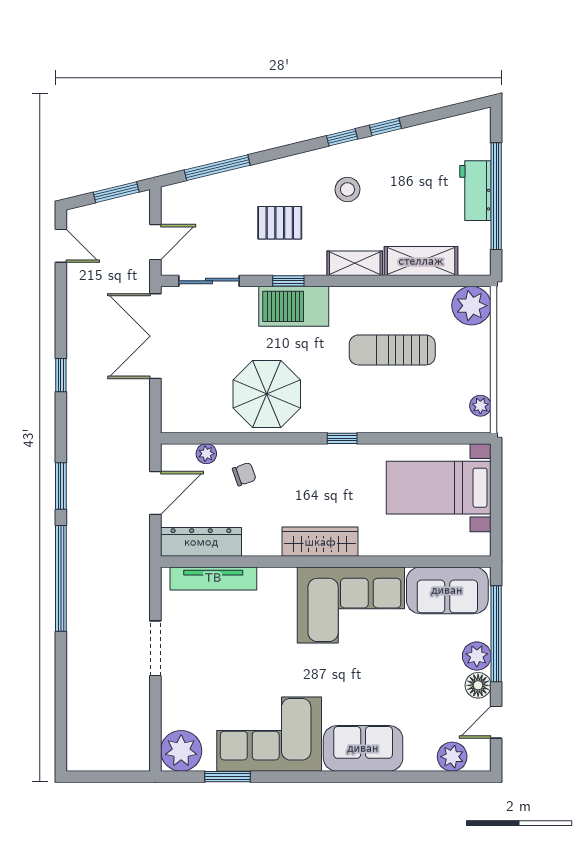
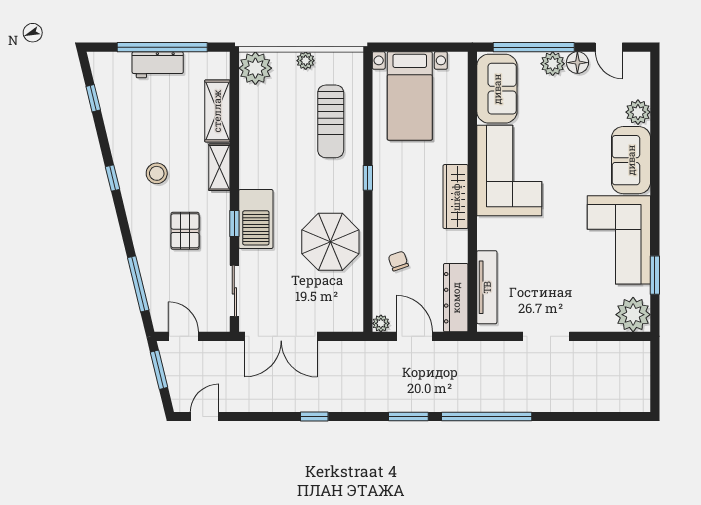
window: (385, 127) -> (93, 98), moved
door: (155, 242) -> (184, 336), moved
sun lounger: (392, 350) -> (331, 121), moved
plant: (480, 406) -> (306, 61), moved
plant: (206, 454) -> (381, 323), moved
plant: (452, 757) -> (638, 112), moved

